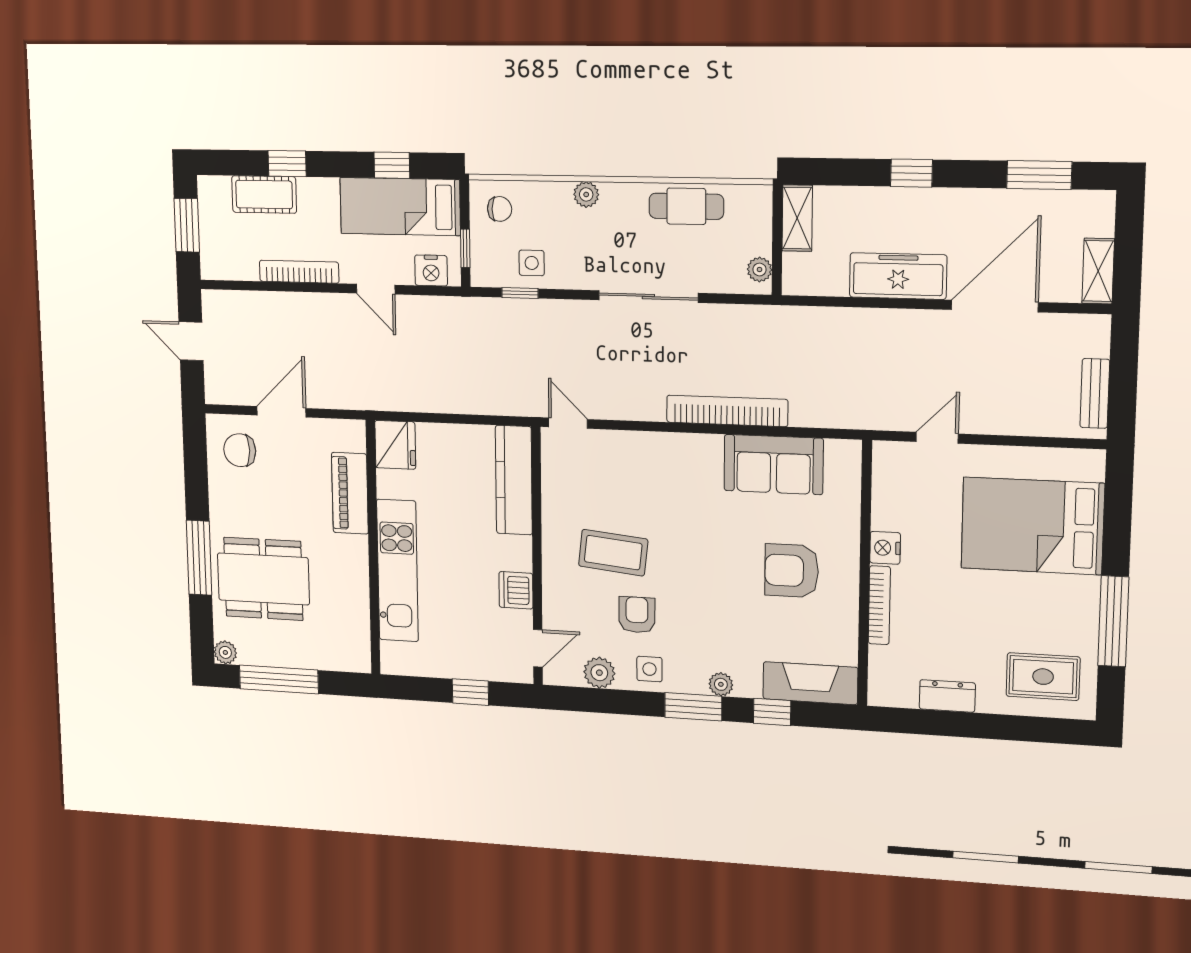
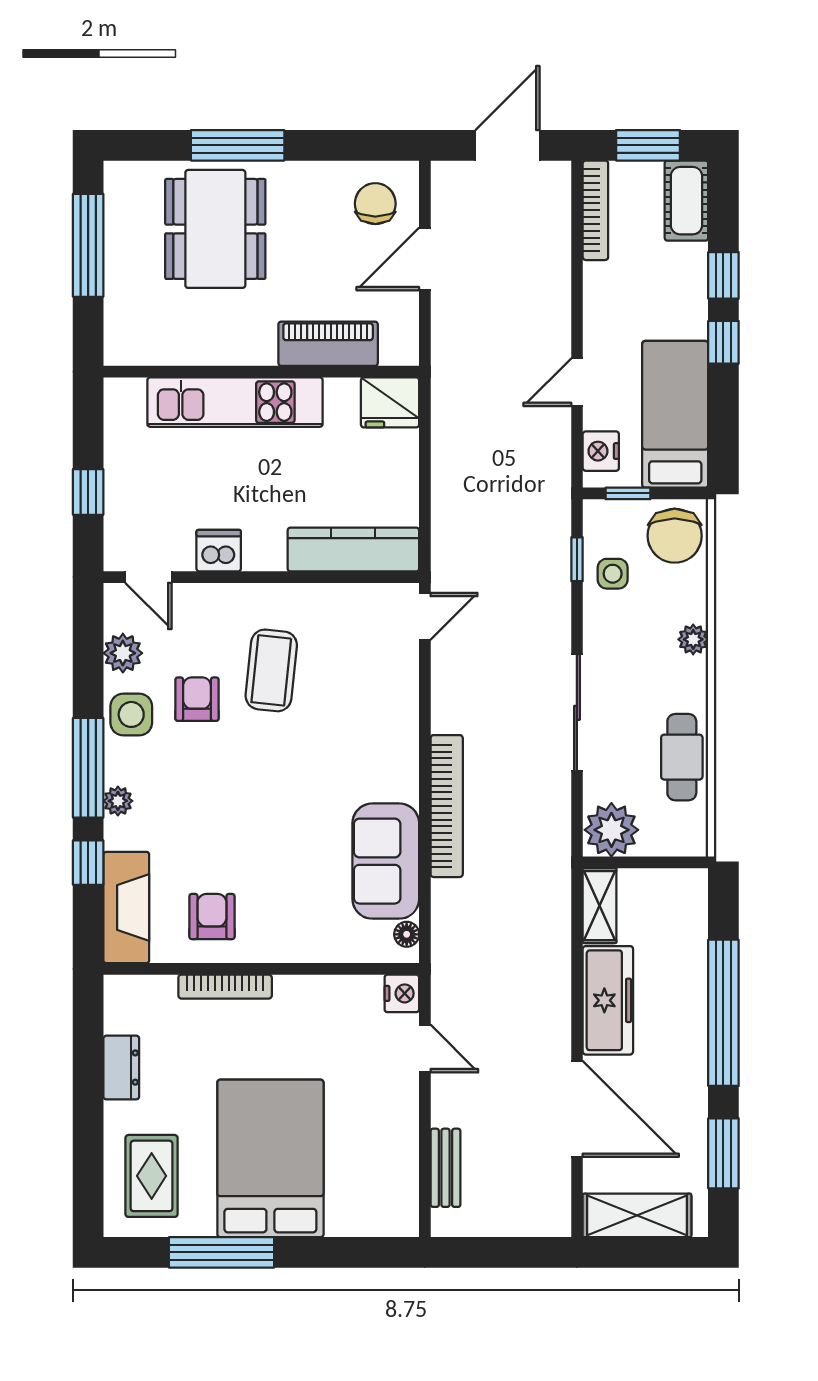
window: (392, 165) -> (723, 342), moved
window: (911, 173) -> (723, 1013), width x3.17
cot: (264, 195) -> (686, 201), moved
chair: (500, 209) -> (675, 536), width x1.87, depth x1.87
shelving: (797, 218) -> (600, 906), moved, turned 90
plant: (759, 270) -> (611, 830), width x1.88, depth x1.88
shelving: (1098, 271) -> (637, 1215), width x1.50, depth x1.33
bookcase: (299, 272) -> (595, 210), moved
door: (191, 341) -> (507, 145), width x1.38
bench: (1095, 393) -> (445, 1168), moved, turned 90
door: (281, 412) -> (425, 259), swing flipped
floor lamp: (837, 449) -> (407, 934), added
bed: (1032, 526) -> (270, 1158), moved
nightstand: (885, 548) -> (402, 993), moved, turned 90
armchair: (792, 571) -> (212, 917), moved, width x0.72, depth x0.72
armchair: (637, 615) -> (197, 699), turned -90
plant: (225, 652) -> (118, 176), removed
side table: (649, 669) -> (131, 714), width x1.37, depth x1.37
window: (693, 707) -> (88, 768), width x1.44

